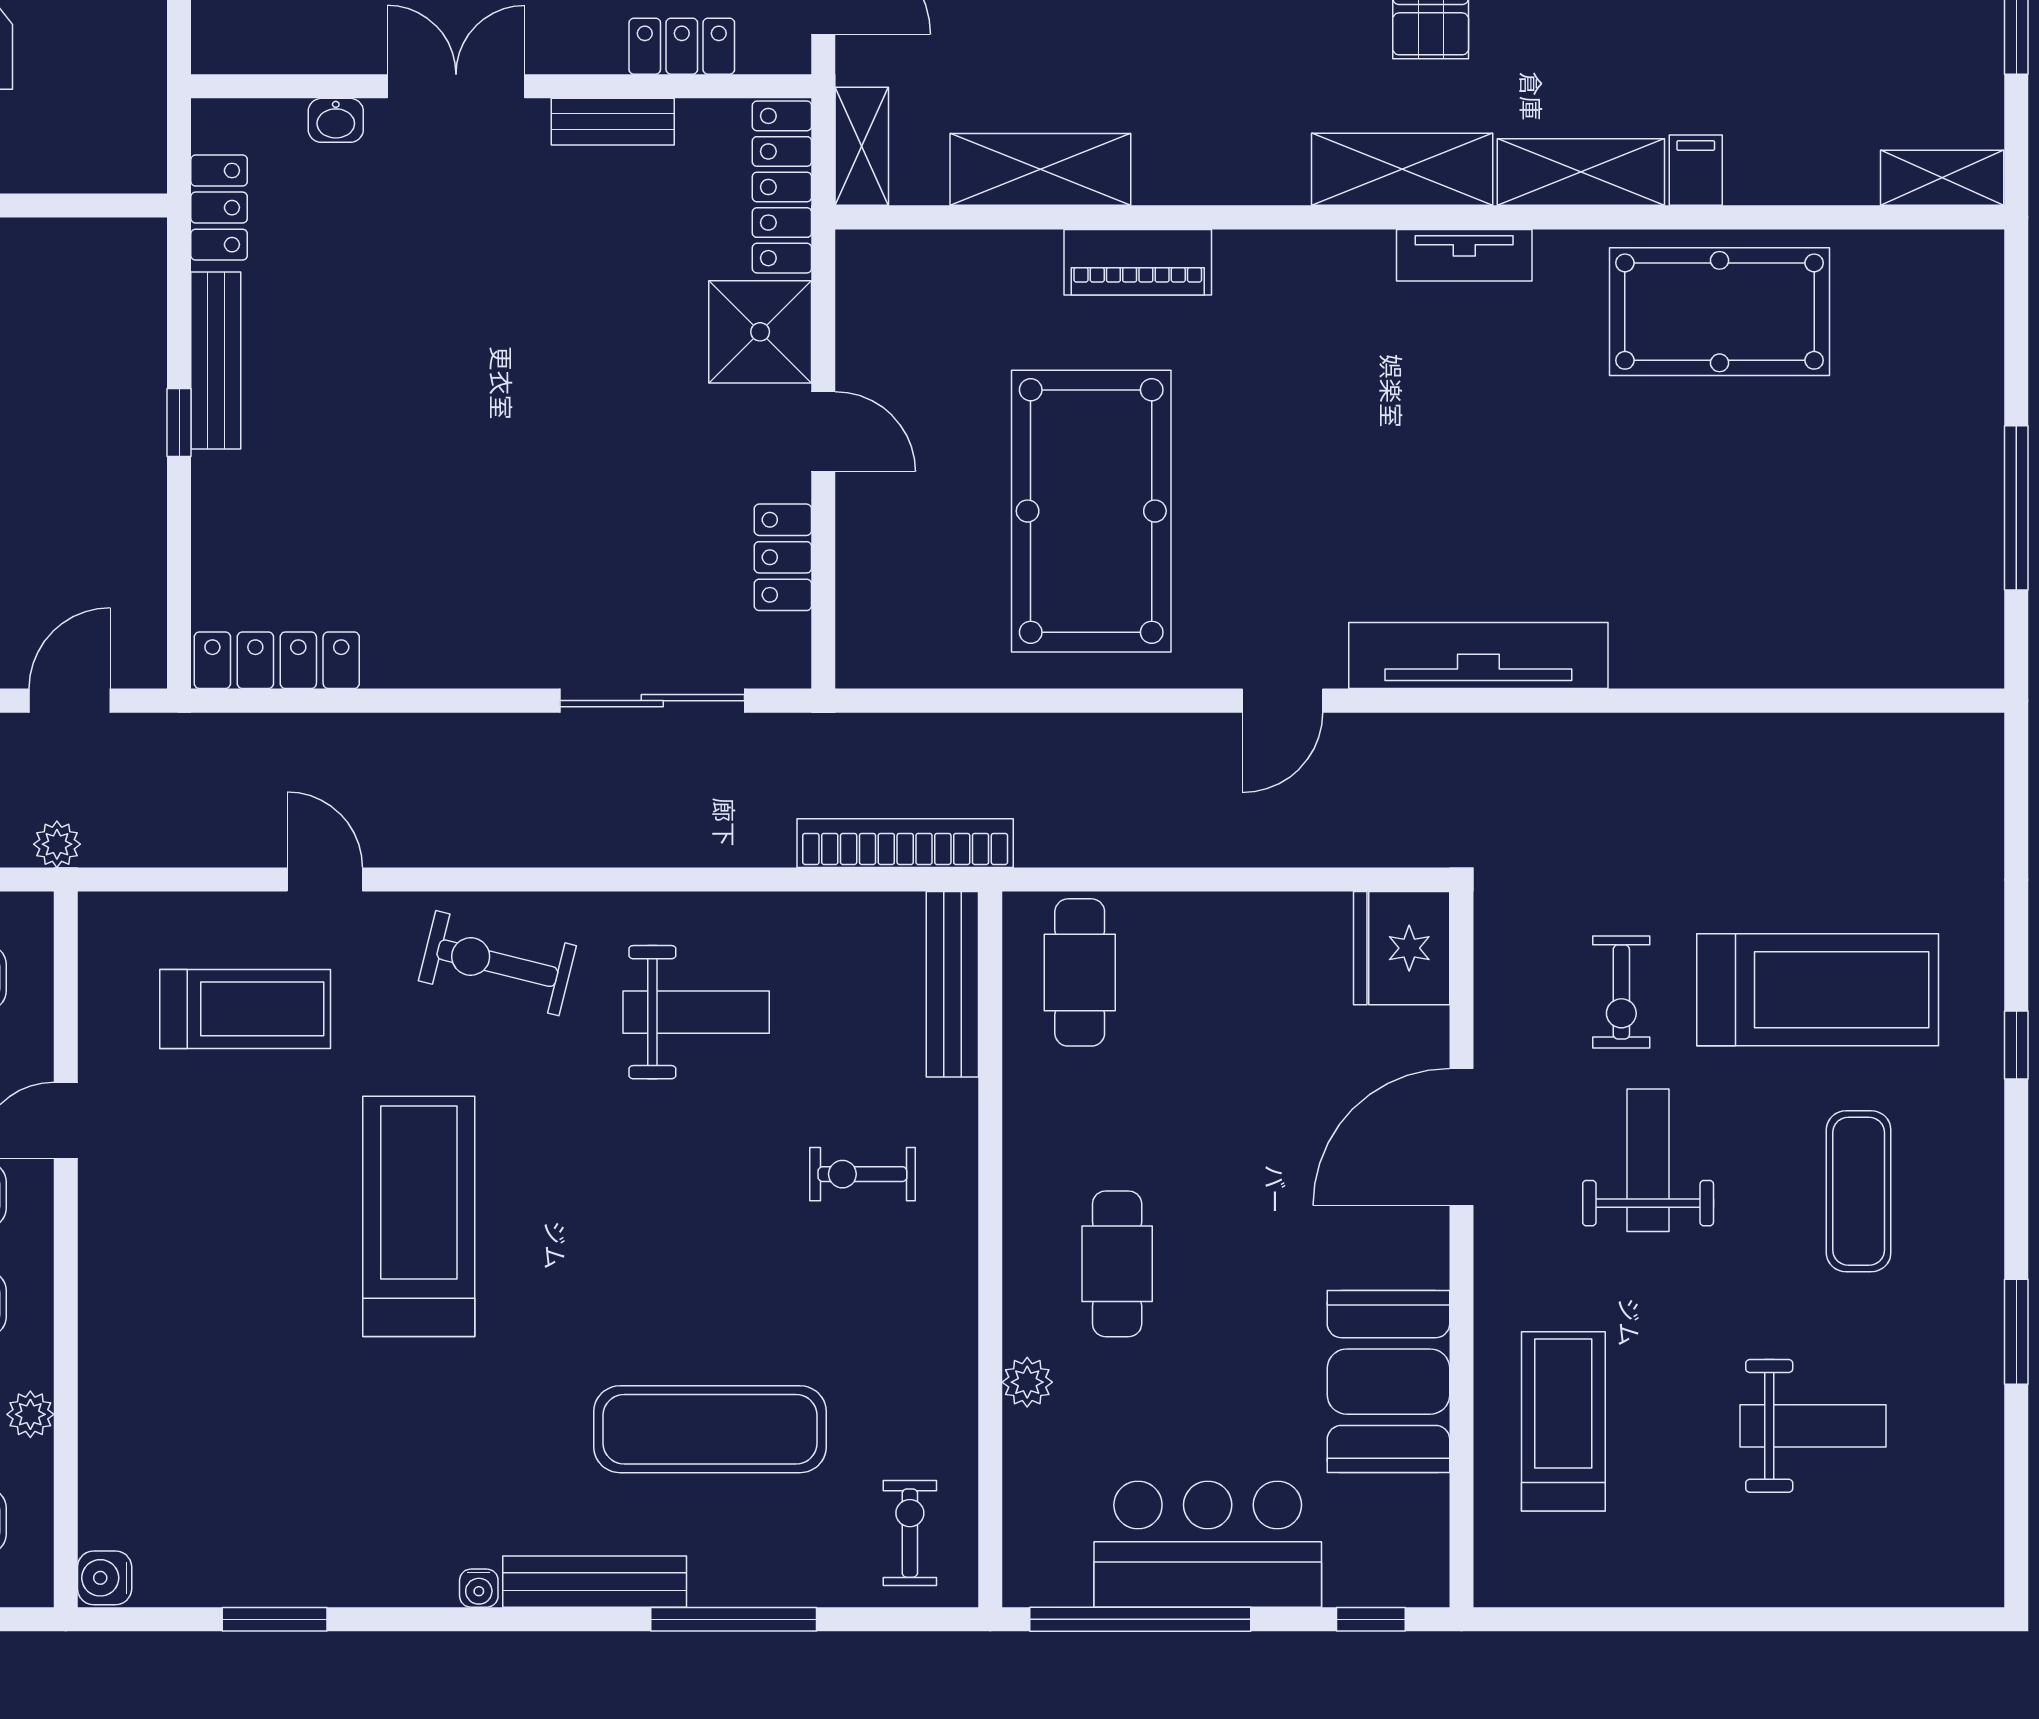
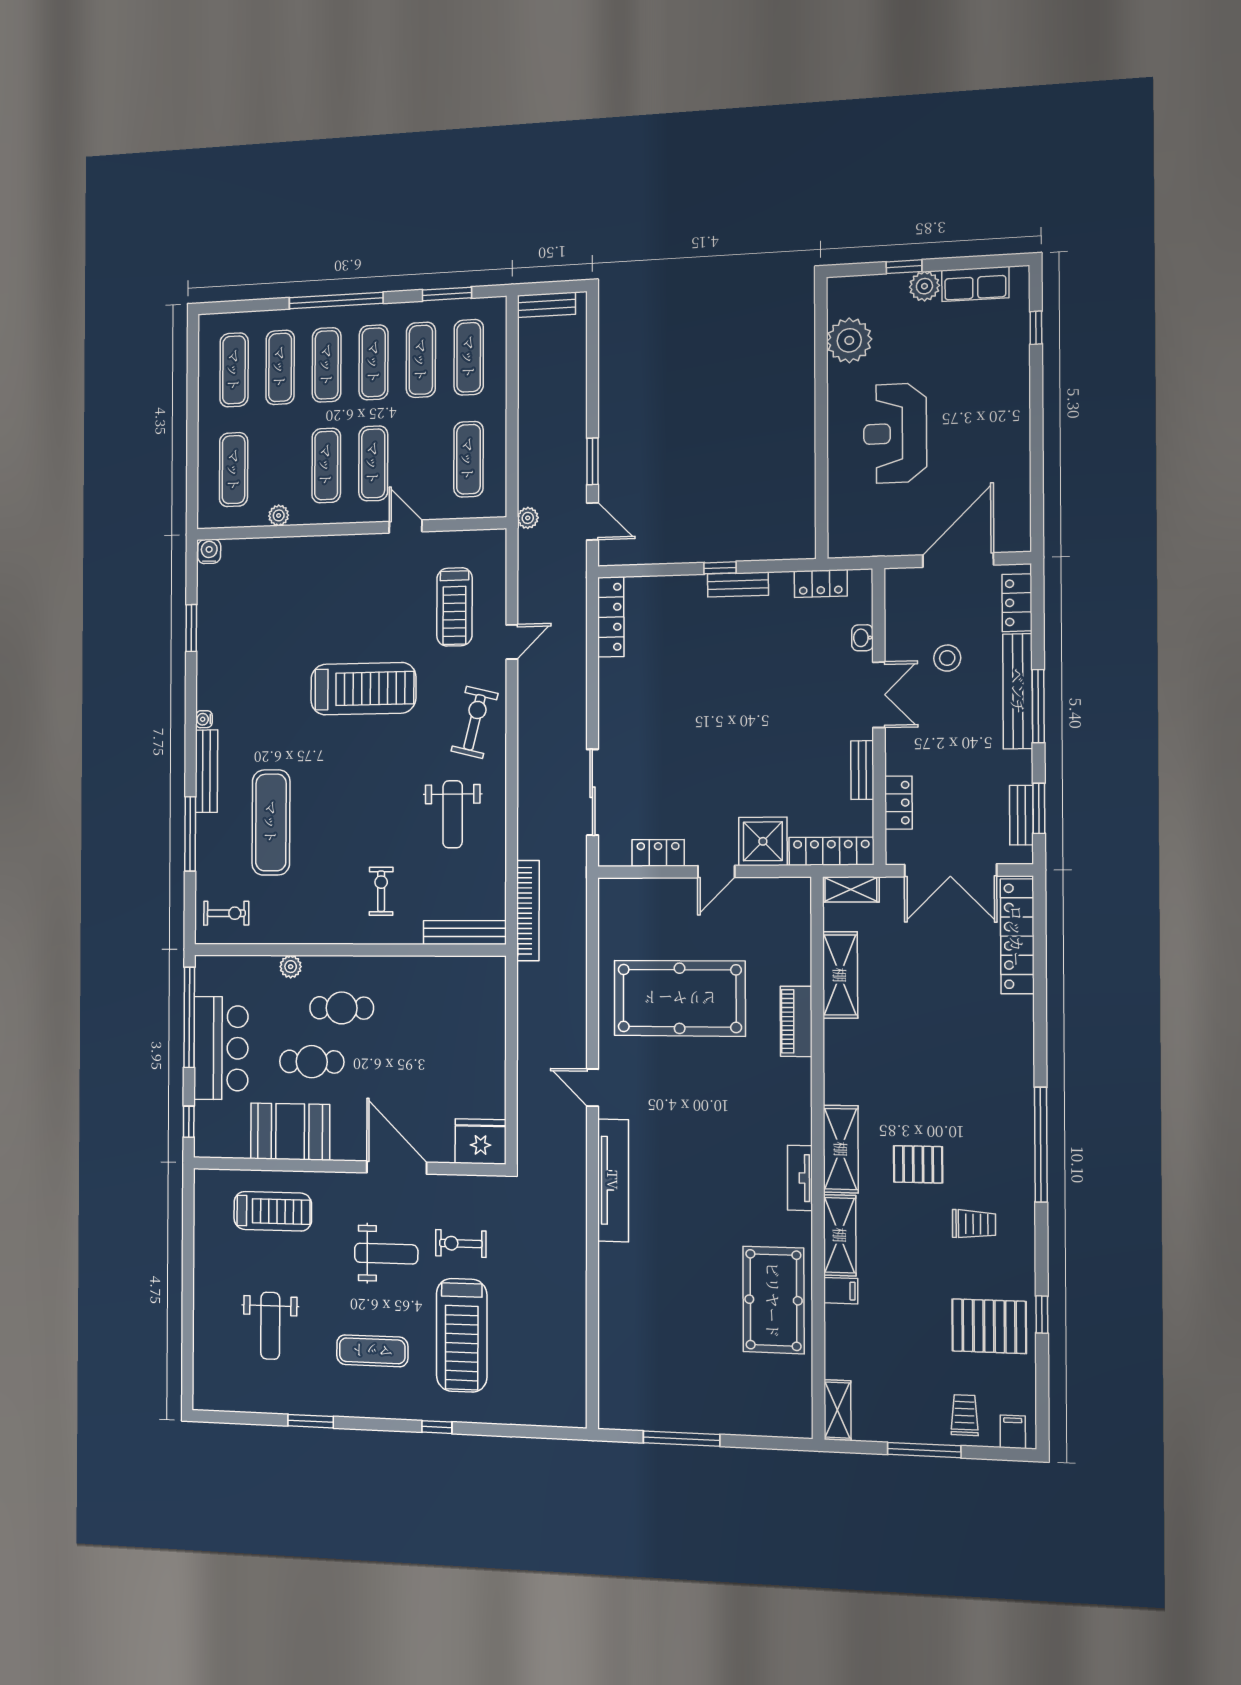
bench: (216, 360) -> (738, 585), width x0.73
cafe table: (1080, 972) -> (312, 1062), moved

